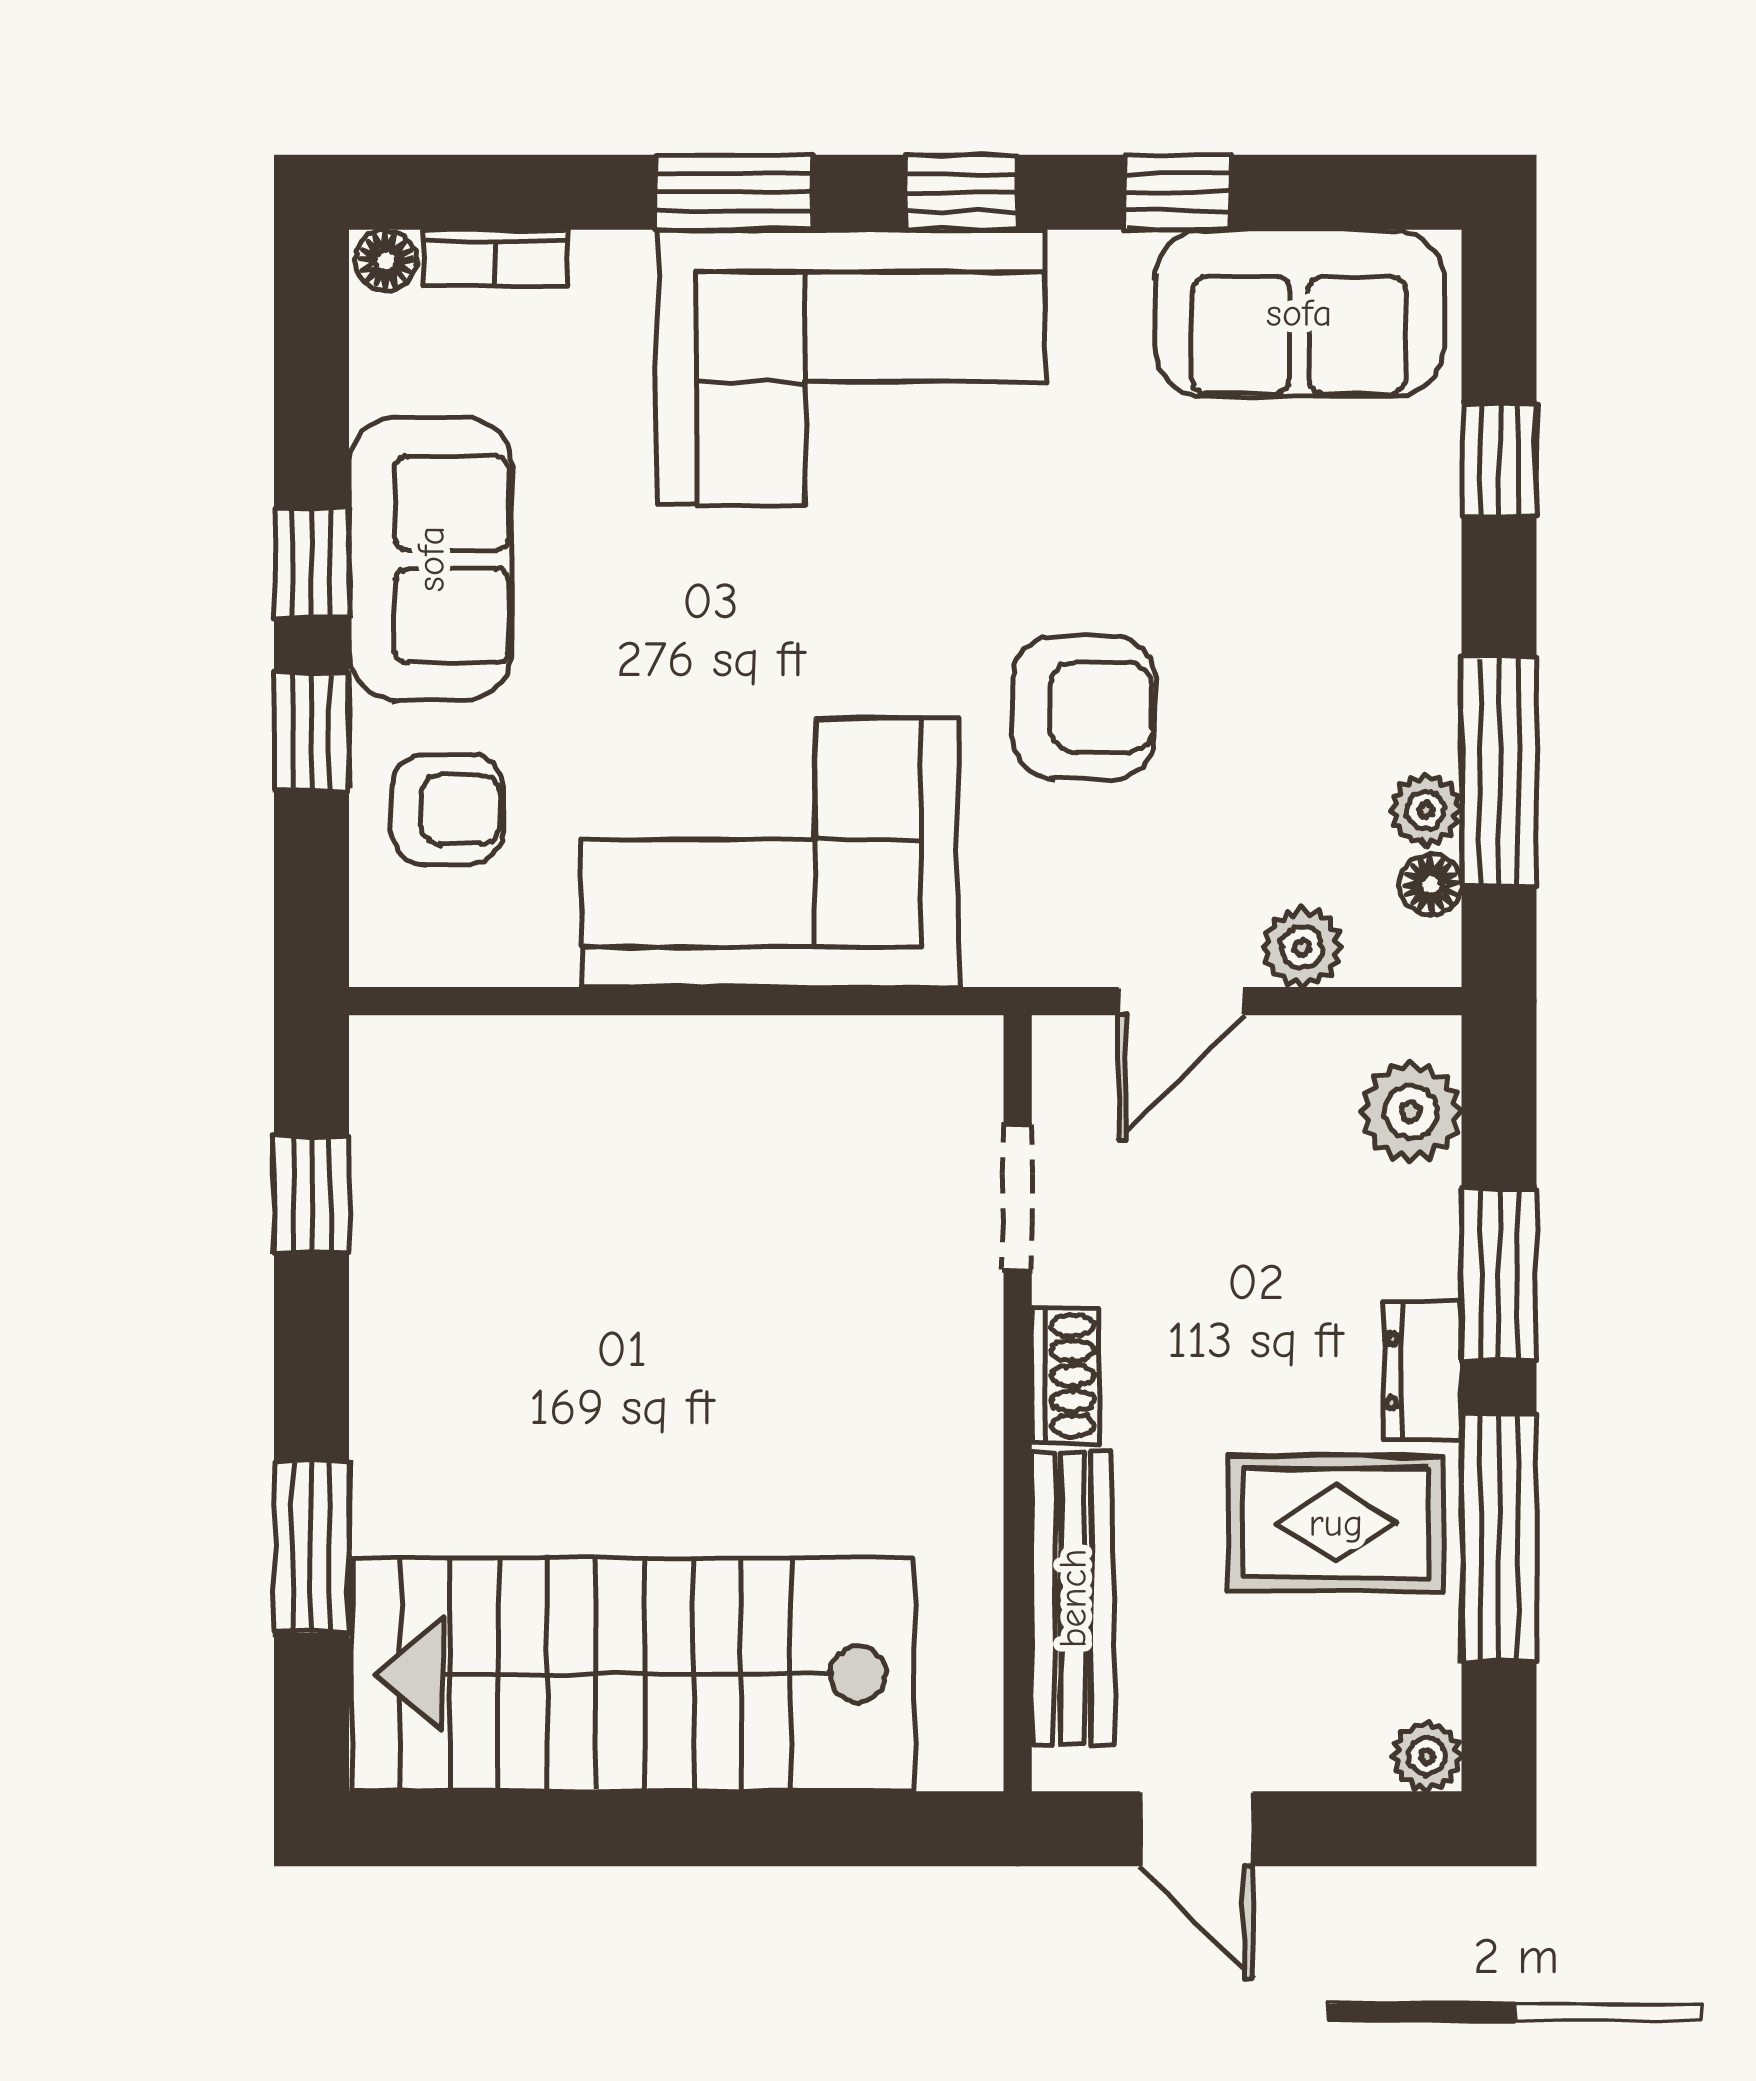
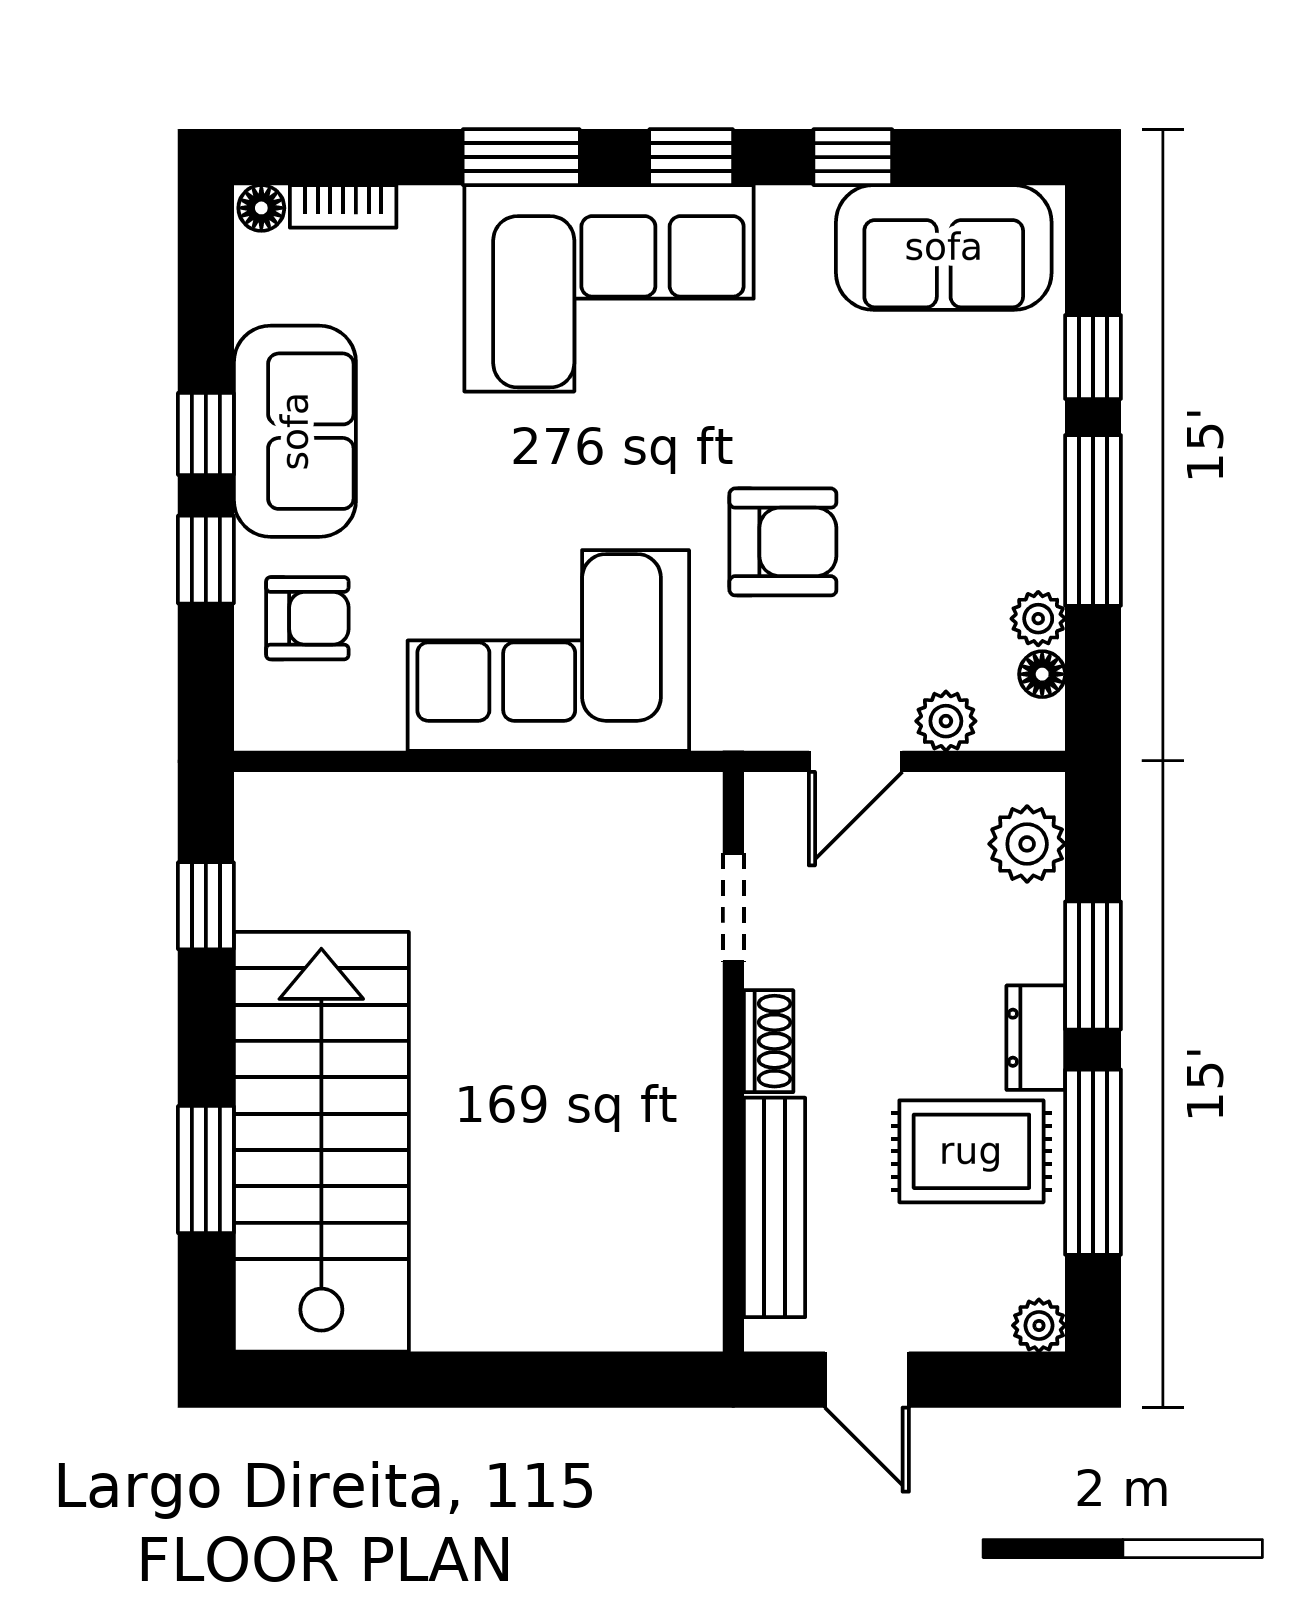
window: (1499, 771) -> (1093, 520), moved
stairs: (633, 1674) -> (321, 1142), moved, turned 90

